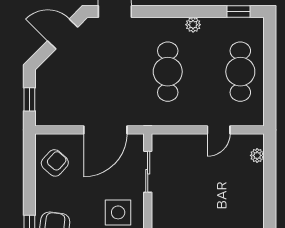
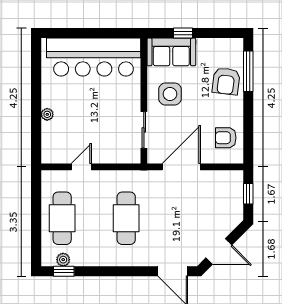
plant: (193, 25) -> (63, 260), moved
plant: (257, 155) -> (47, 114), moved
armchair: (55, 163) -> (226, 138), turned 48

